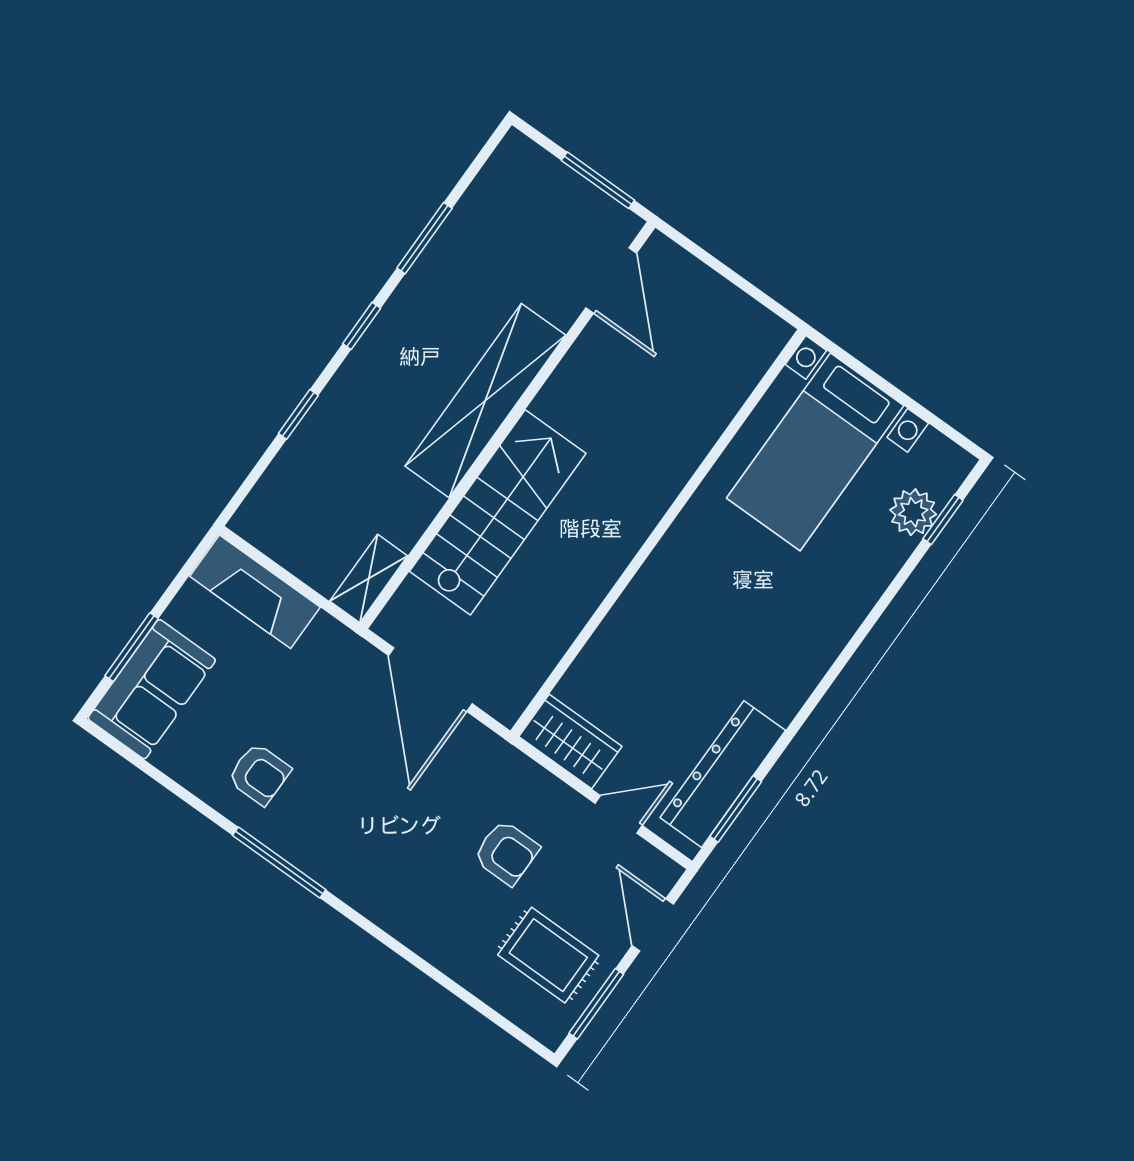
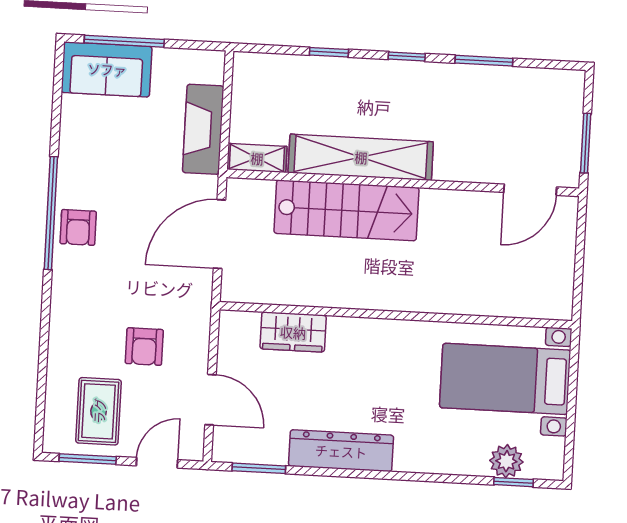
shelving: (485, 401) -> (361, 157), moved
fireplace: (255, 592) -> (203, 129), moved
window: (132, 647) -> (124, 41), width x1.44
wardrobe: (570, 741) -> (293, 332), moved, turned 90
armchair: (259, 774) -> (78, 227), moved
dresser: (723, 774) -> (341, 451), moved
door: (619, 814) -> (211, 400), width x1.38
window: (279, 863) -> (51, 213), width x1.46

